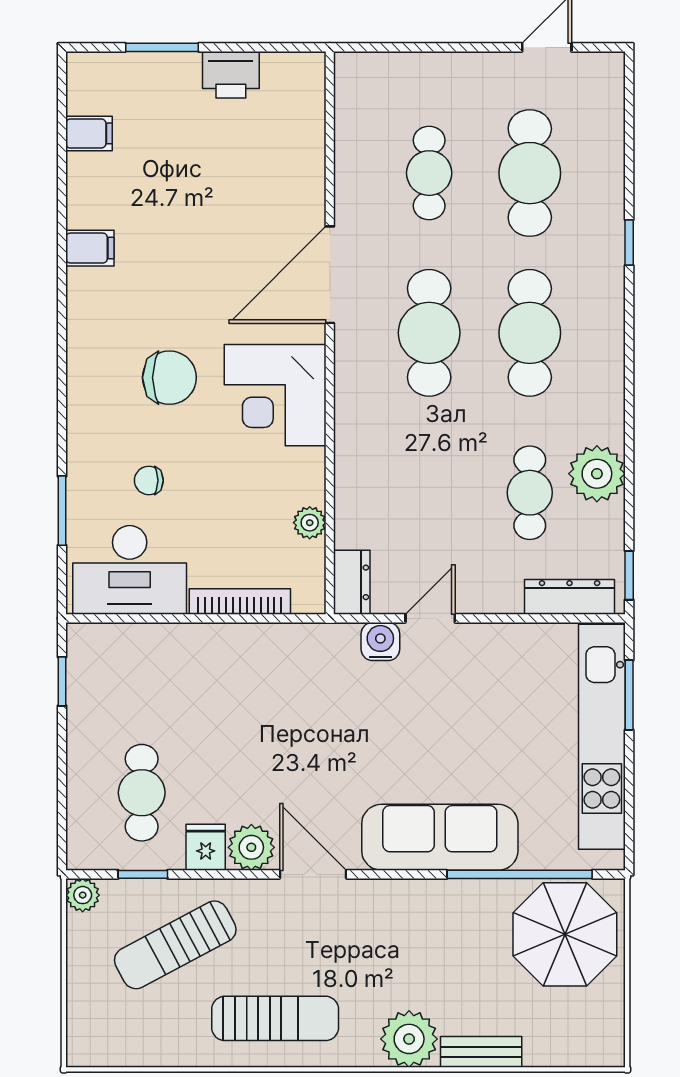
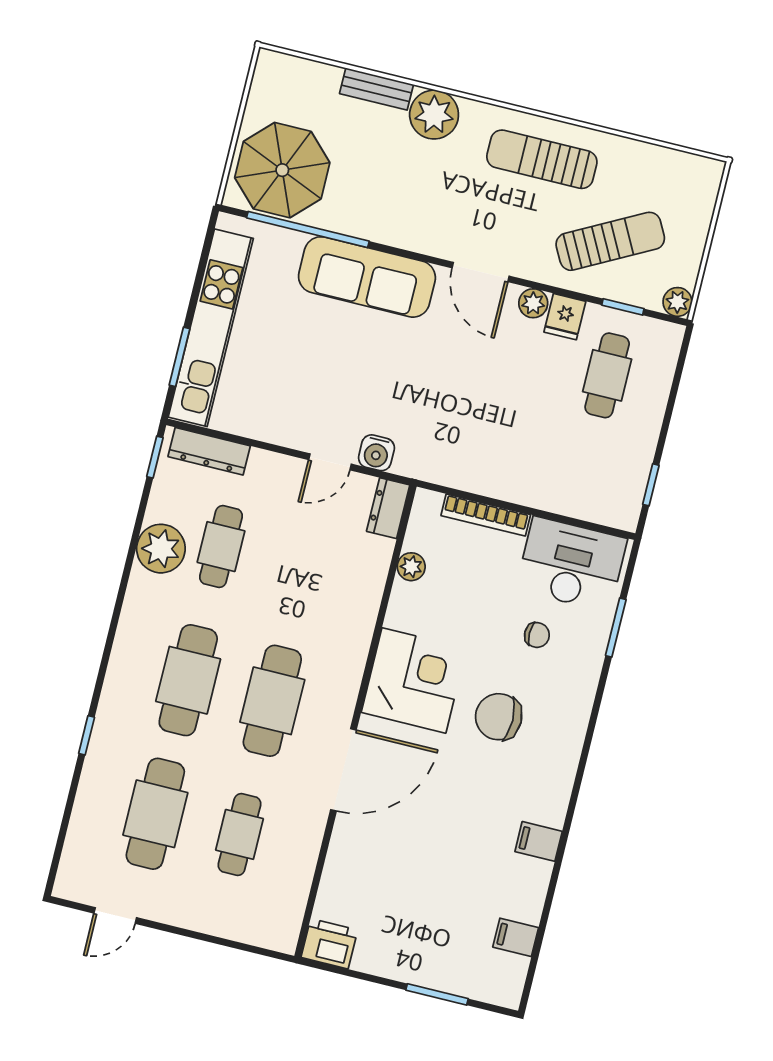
printer: (231, 75) -> (329, 944), moved
plant: (251, 847) -> (533, 303), width x0.73, depth x0.73

